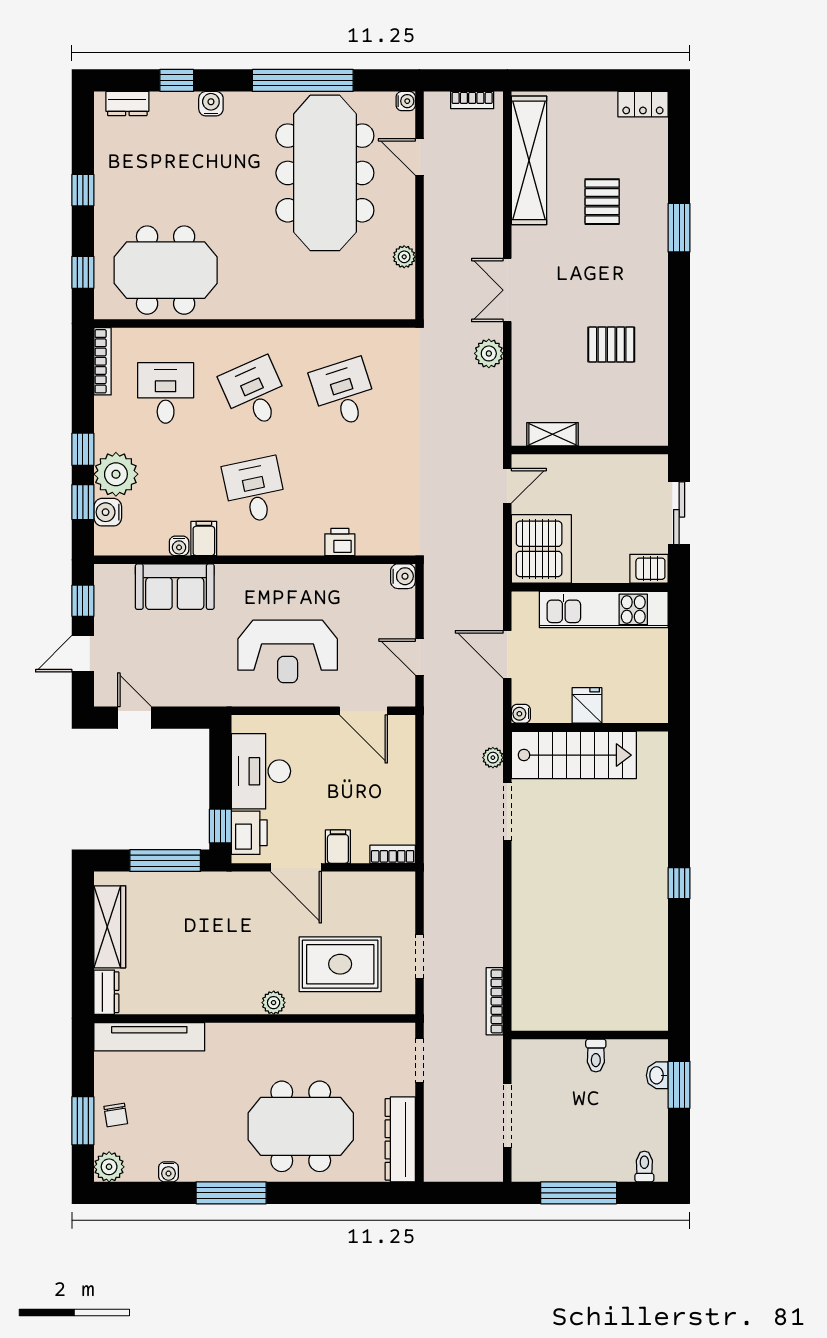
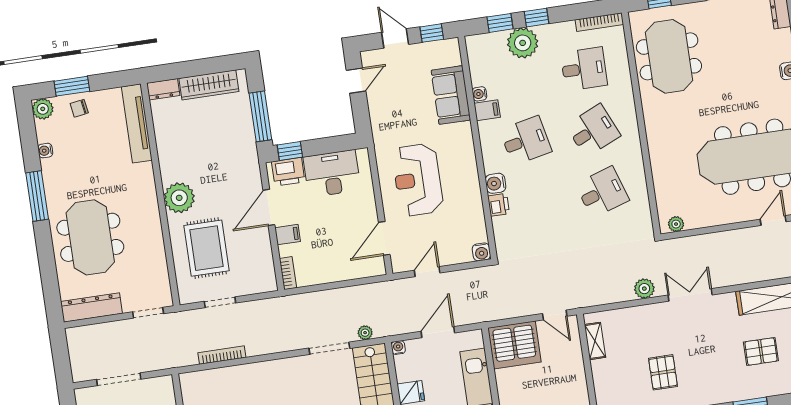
plant: (404, 257) -> (676, 224), moved
water cooler: (108, 512) -> (496, 183), moved, turned -90
bookcase: (495, 1001) -> (222, 355), moved
plant: (274, 1003) -> (179, 198), width x1.87, depth x1.87

